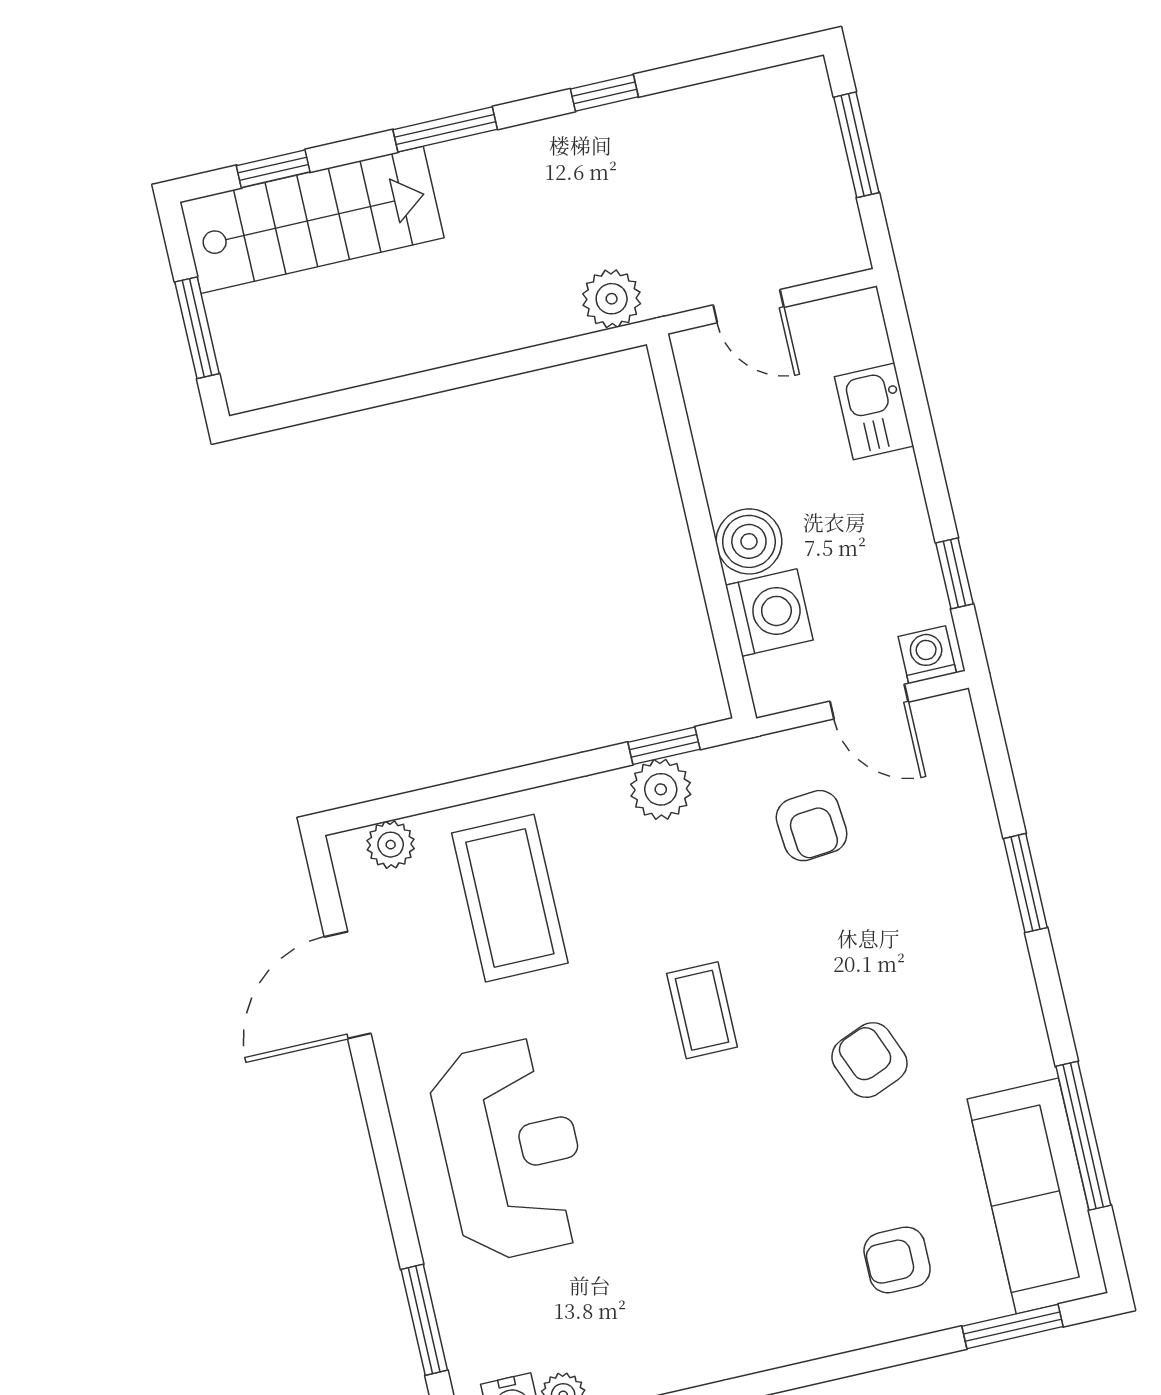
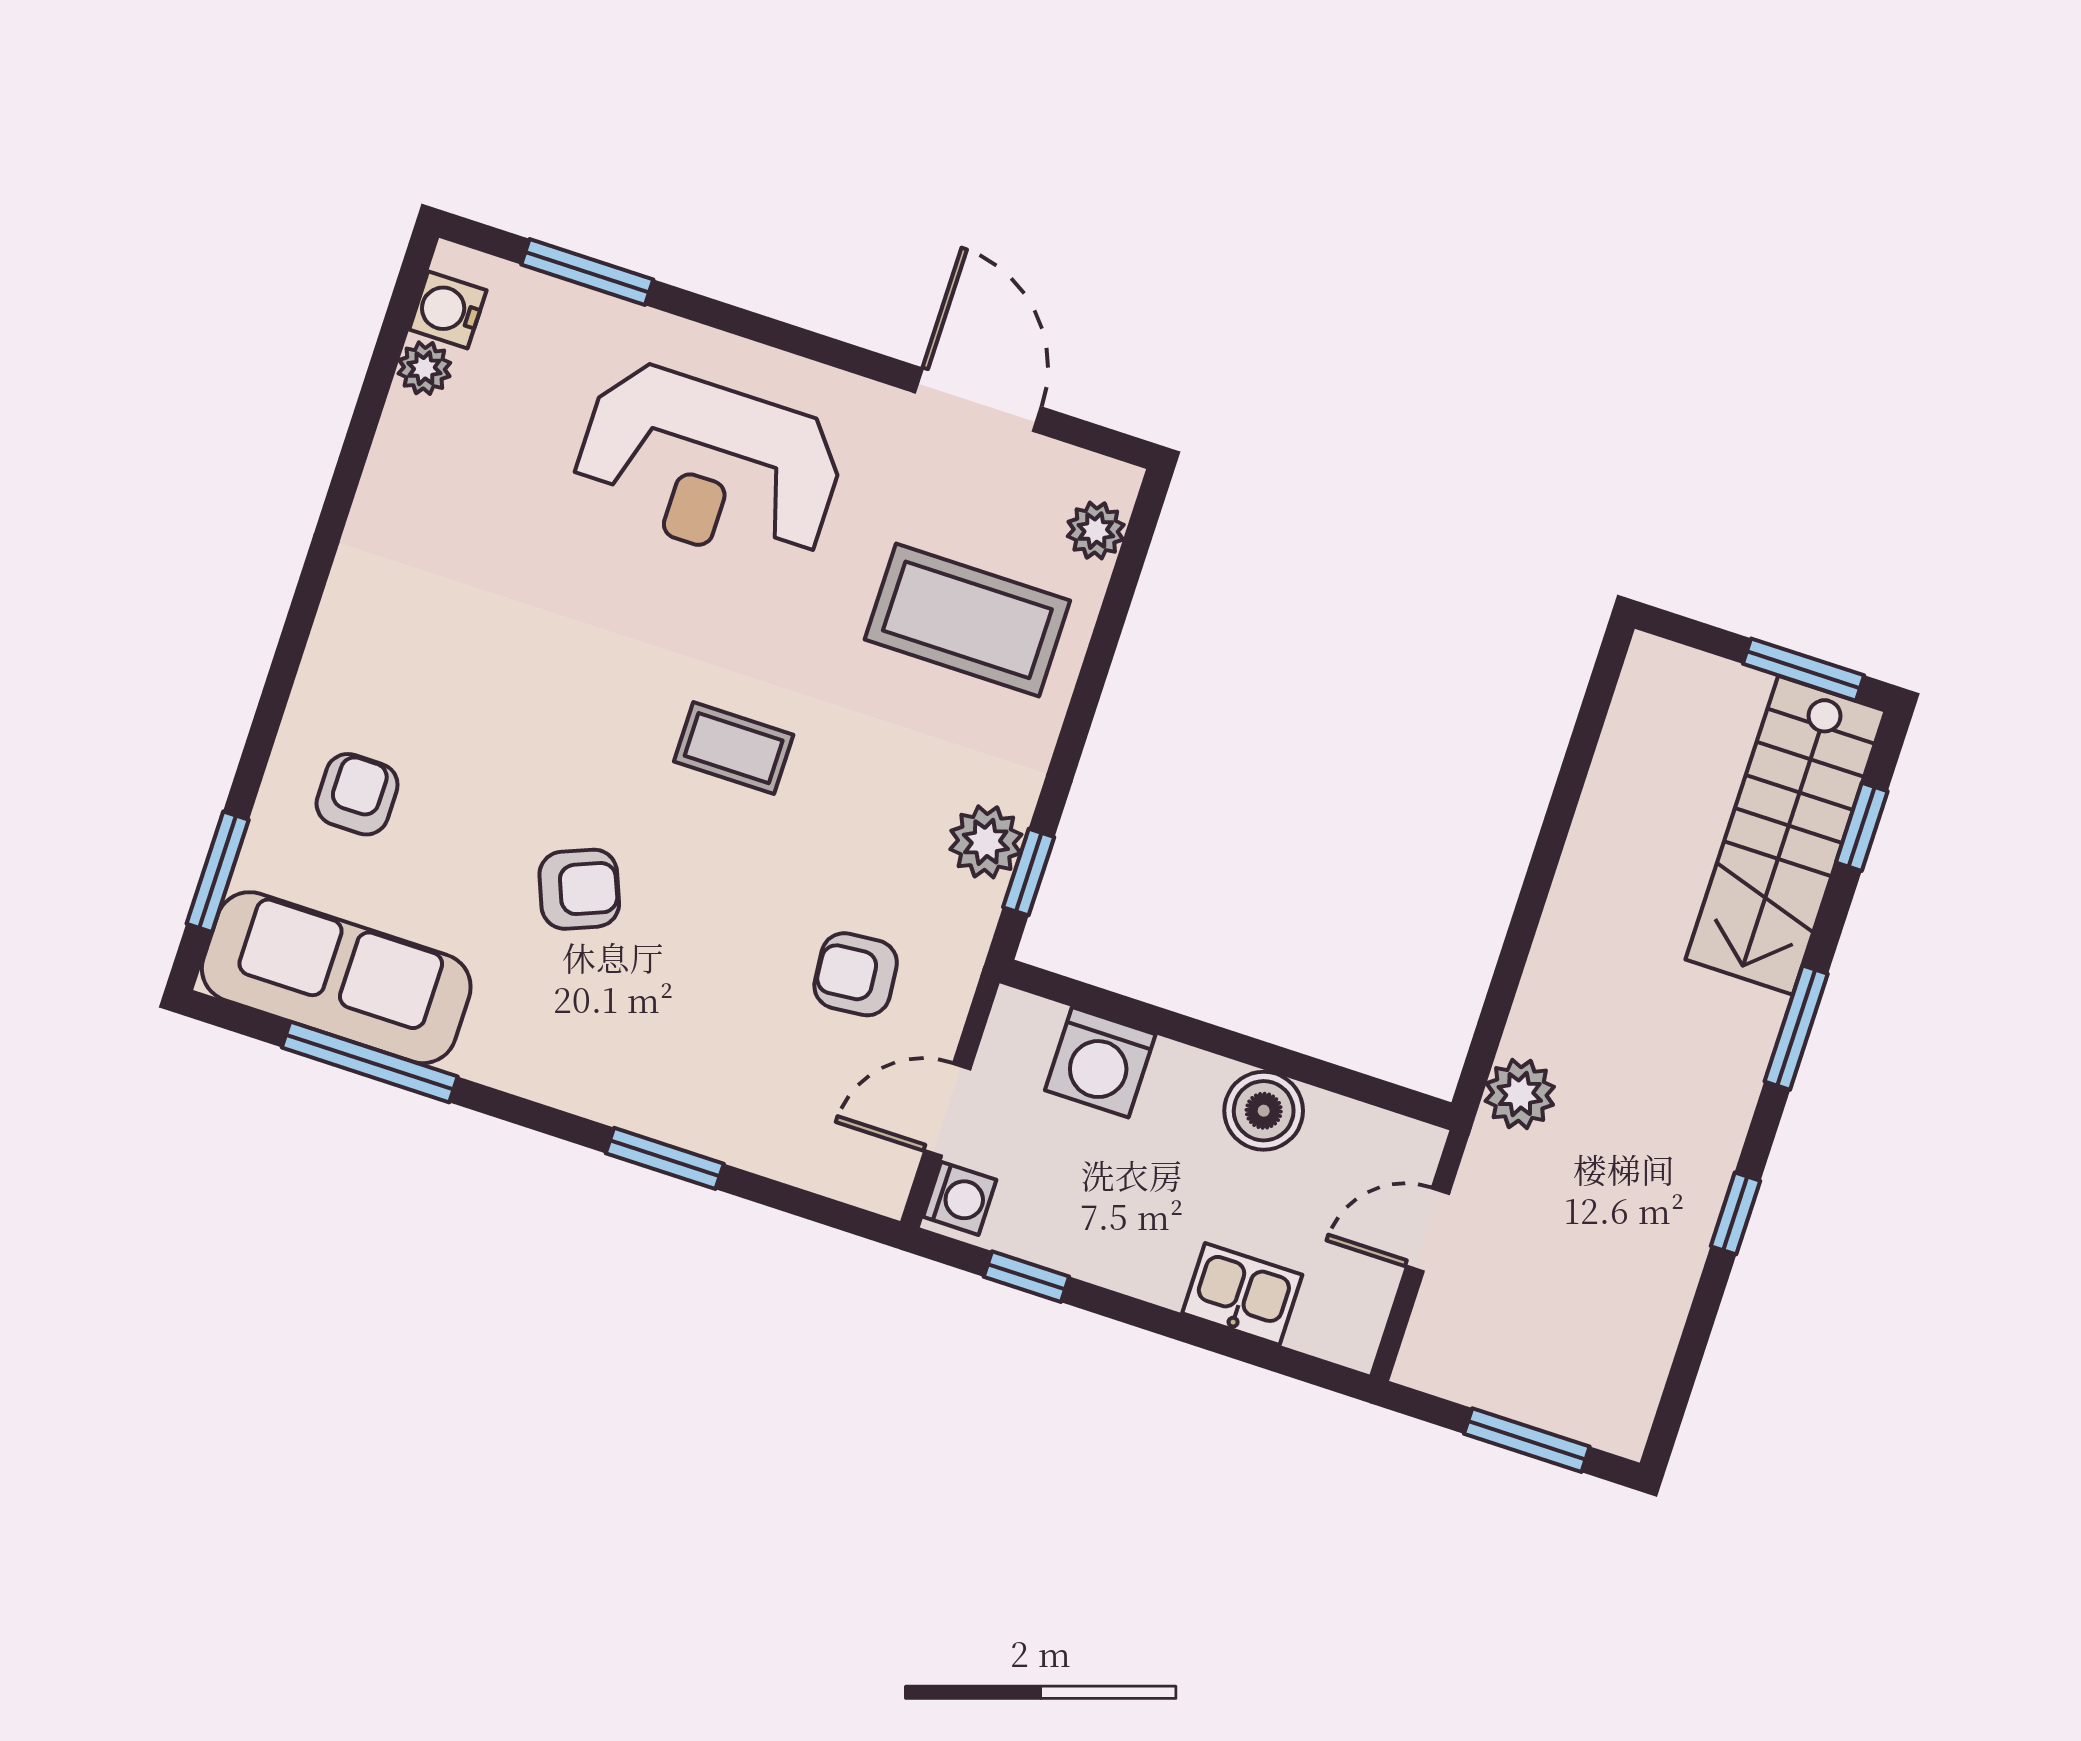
window: (197, 328) -> (1803, 670), moved
boiler: (749, 541) -> (1264, 1111), moved

